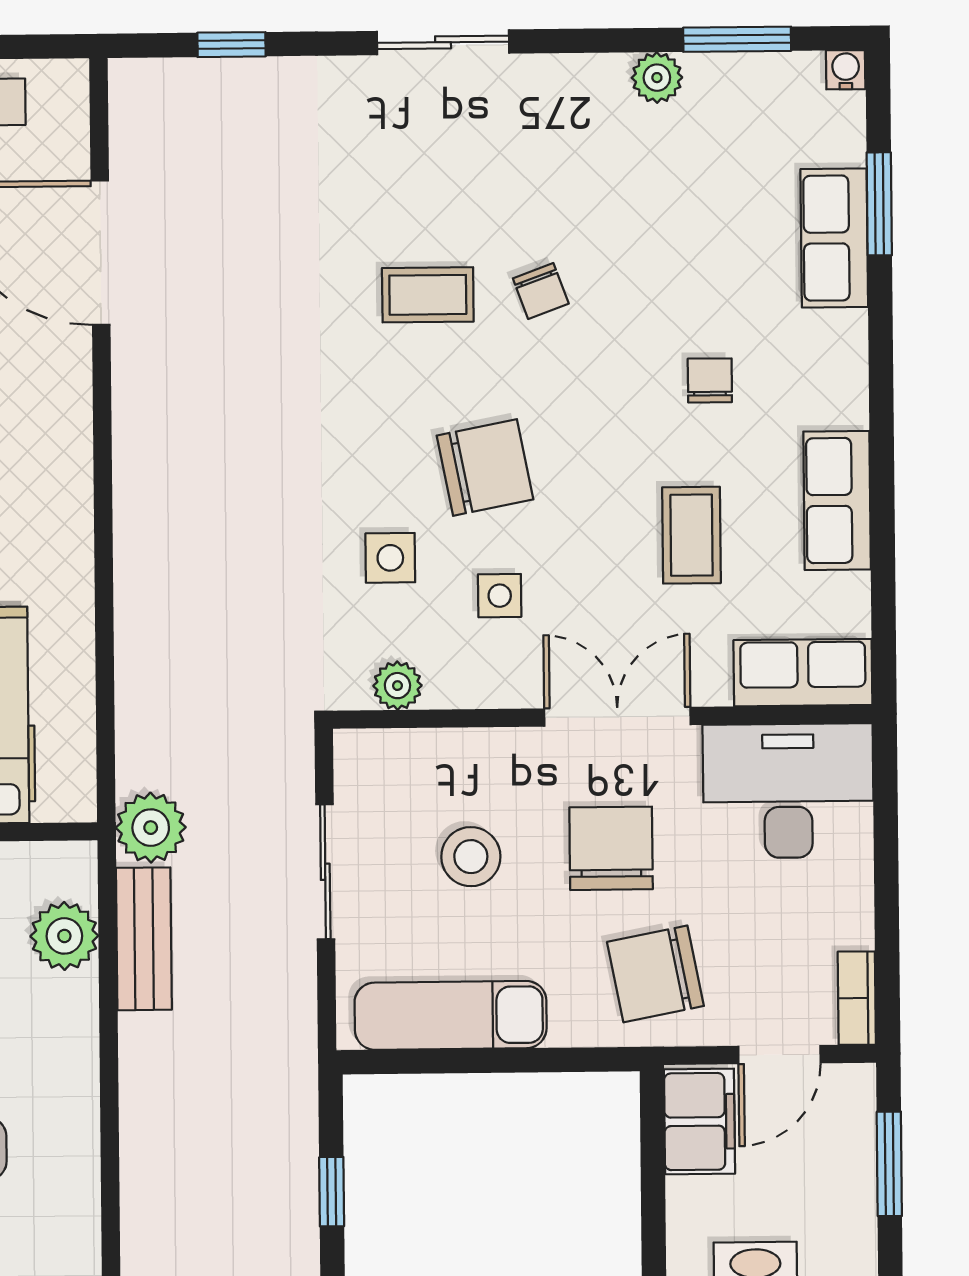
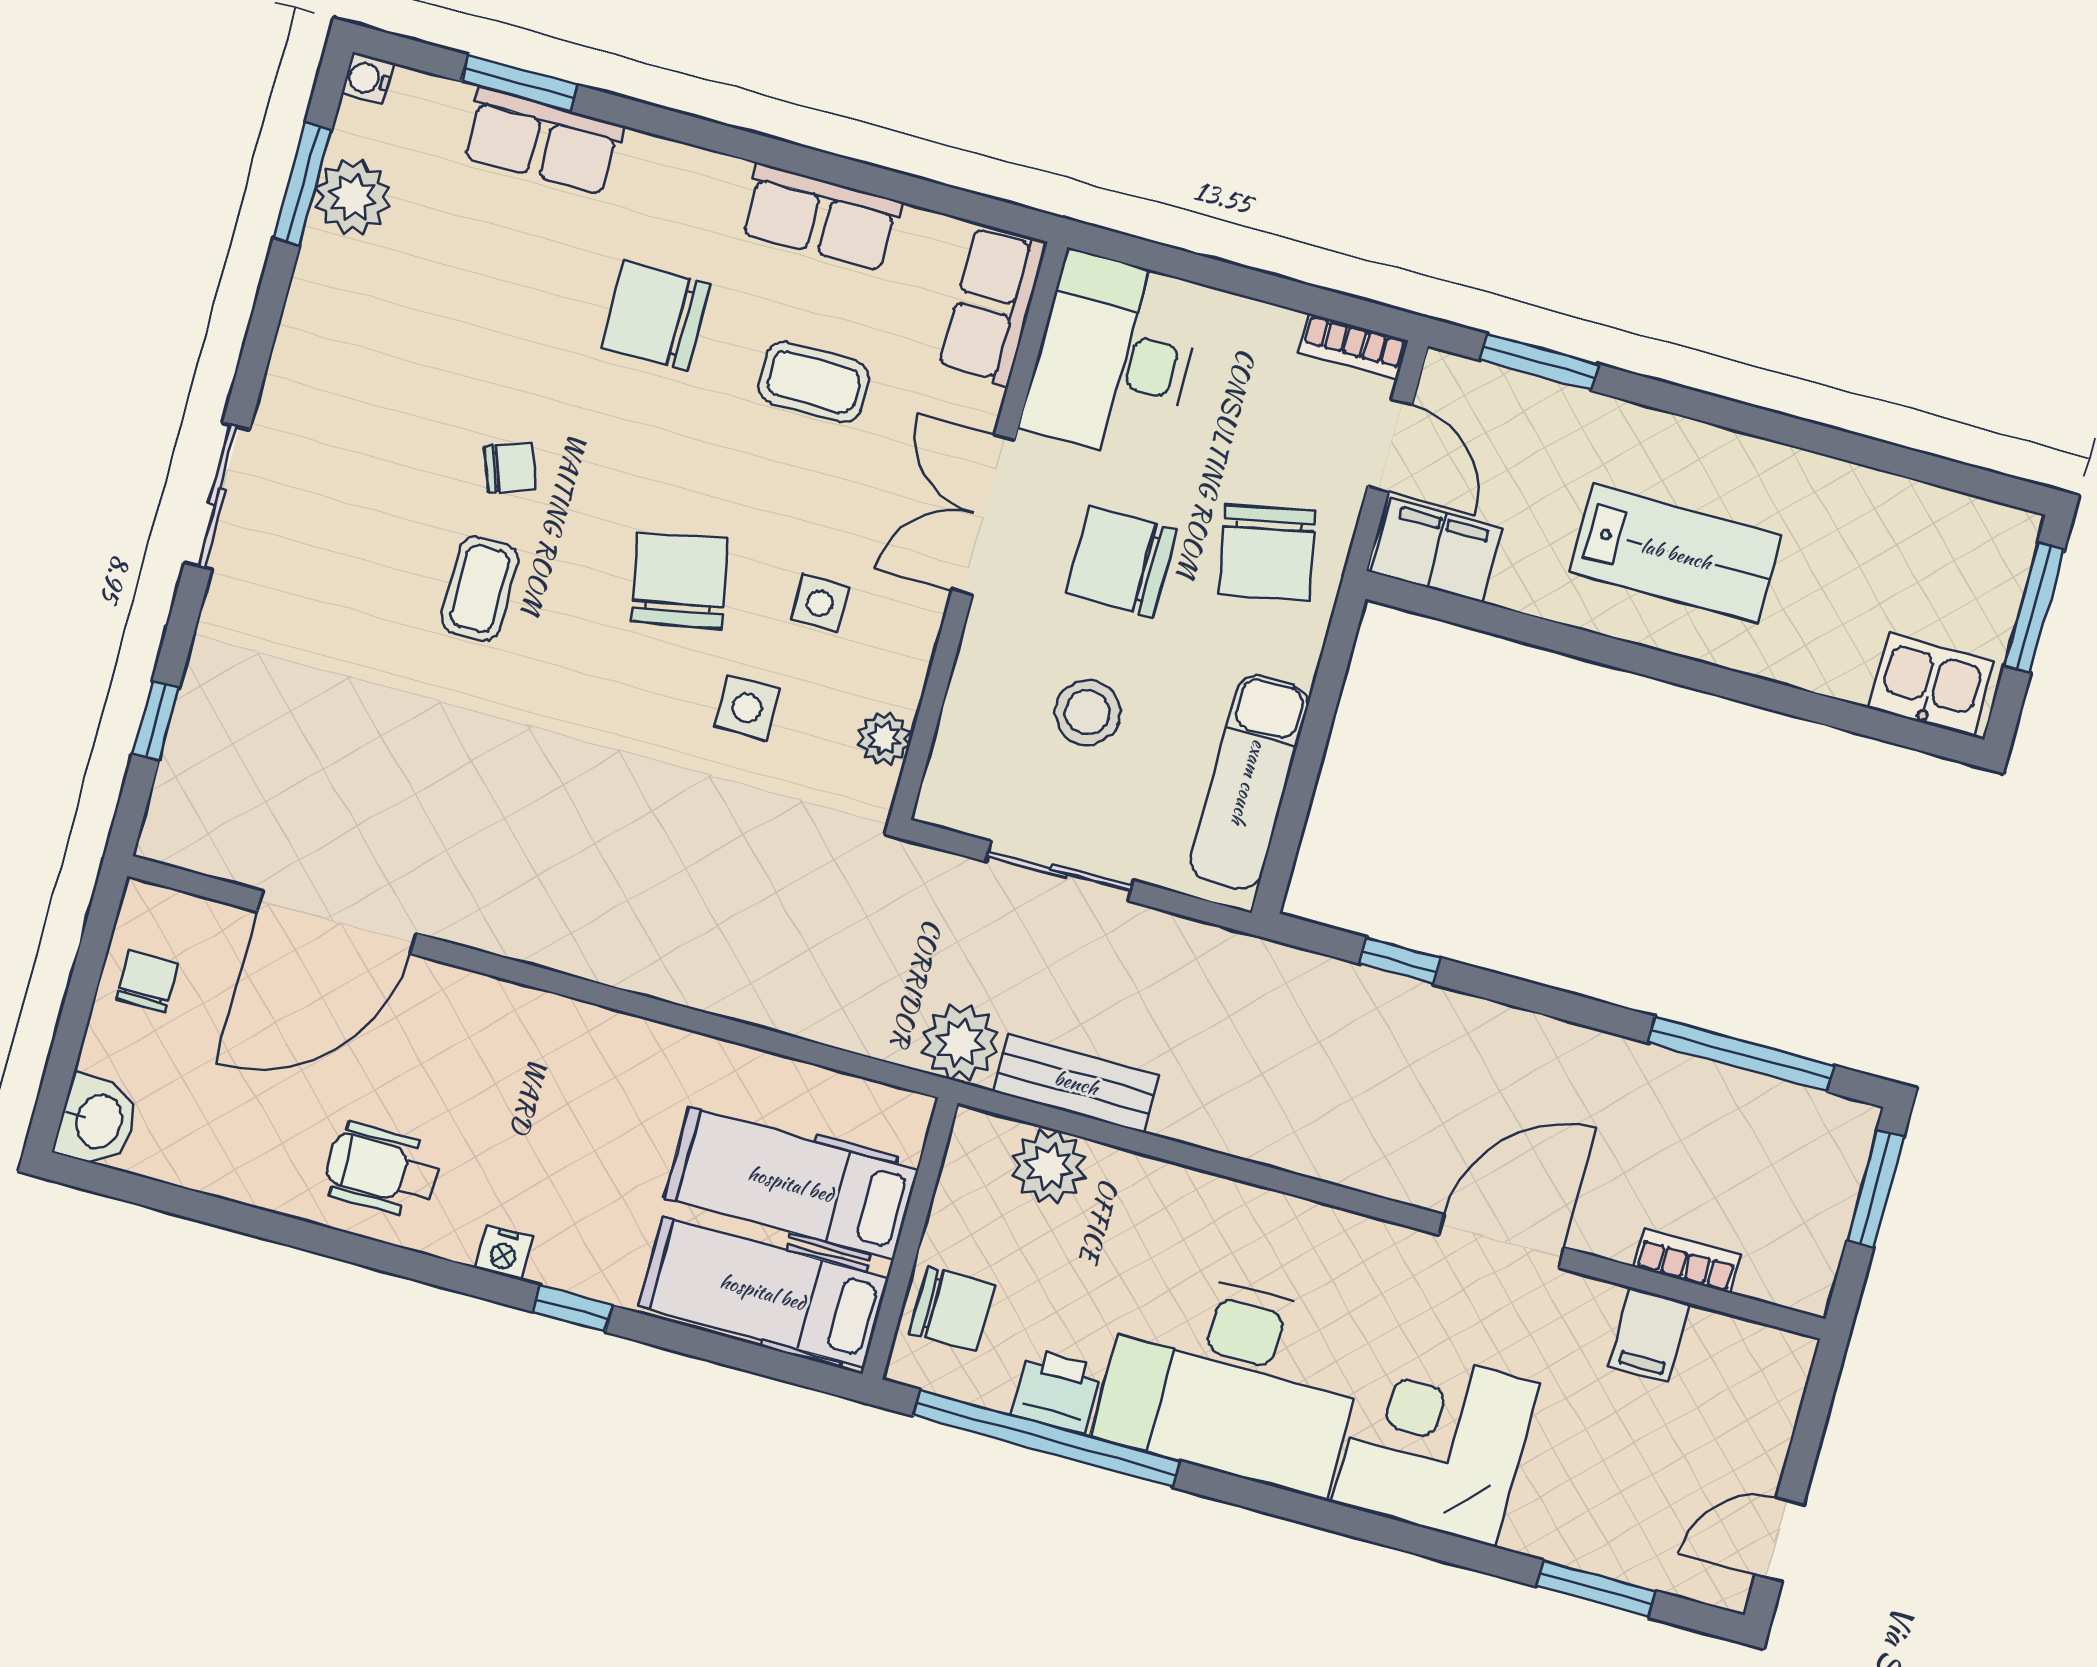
plant: (657, 78) -> (353, 197), moved, width x1.38, depth x1.38
chair: (710, 380) -> (655, 316), width x1.87, depth x1.87

